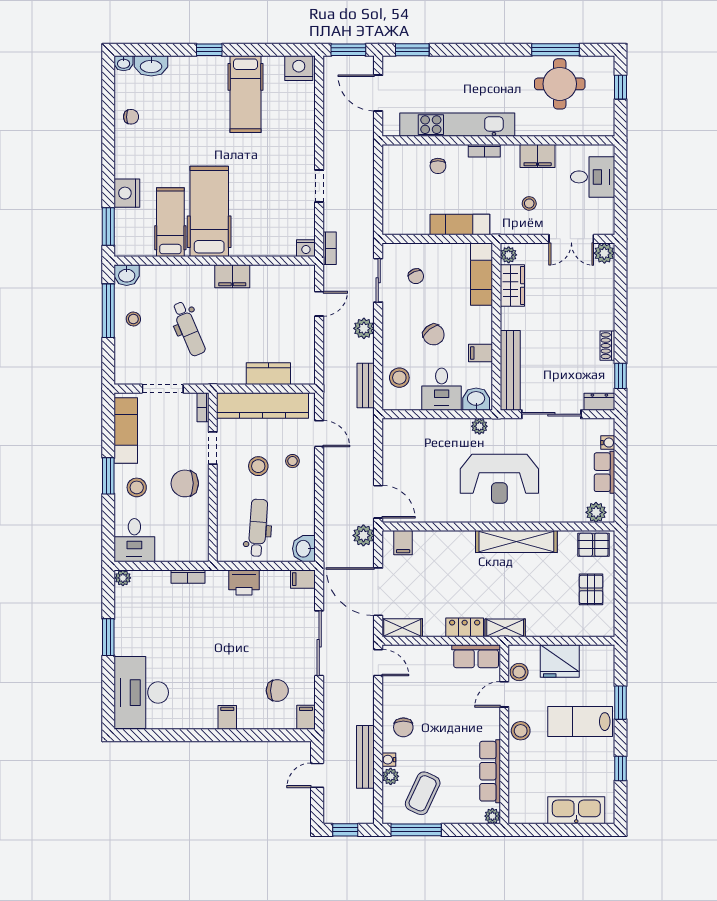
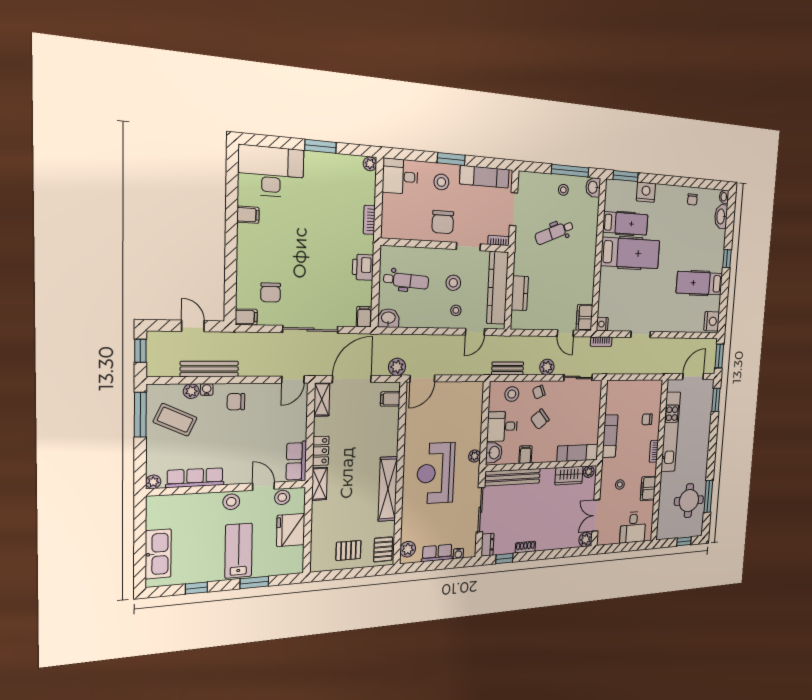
filing cabinet: (232, 276) -> (584, 318), moved
chair: (416, 276) -> (539, 392), moved
chair: (185, 483) -> (443, 222), turned 180
filing cabinet: (227, 717) -> (248, 215), moved

